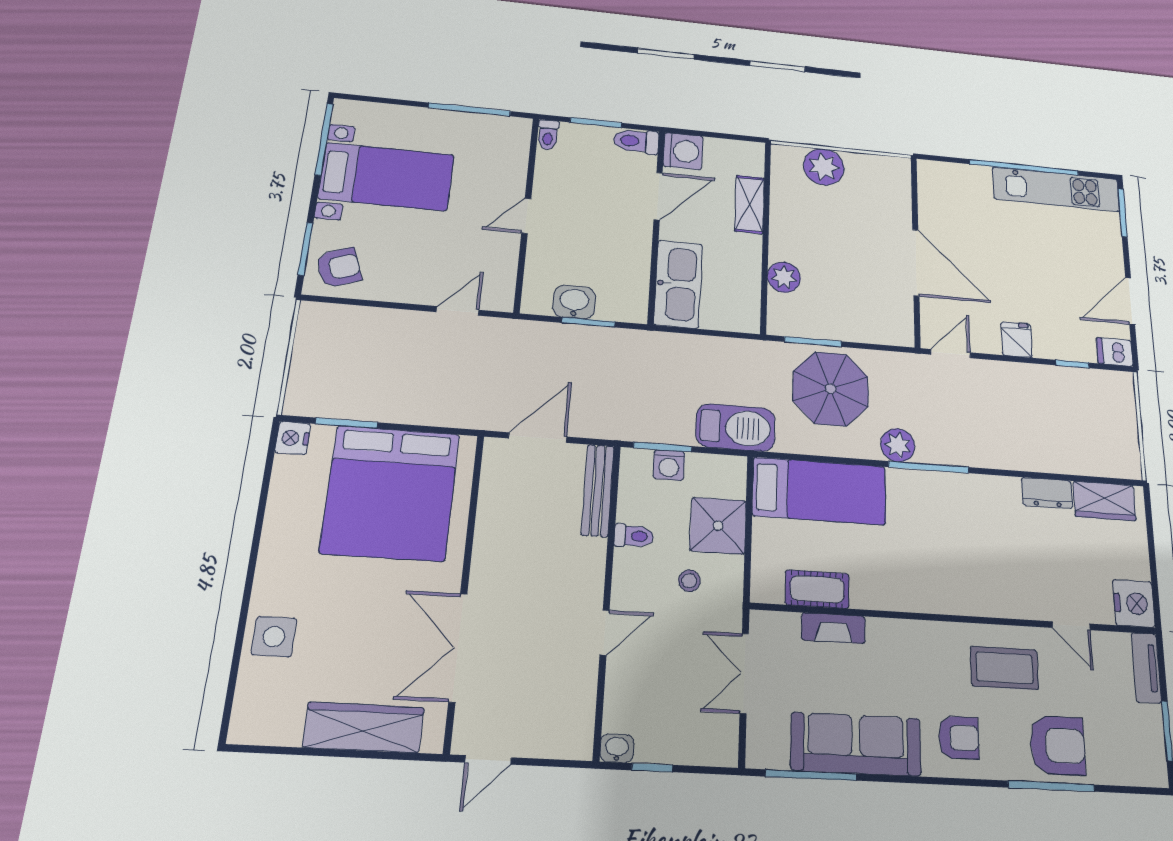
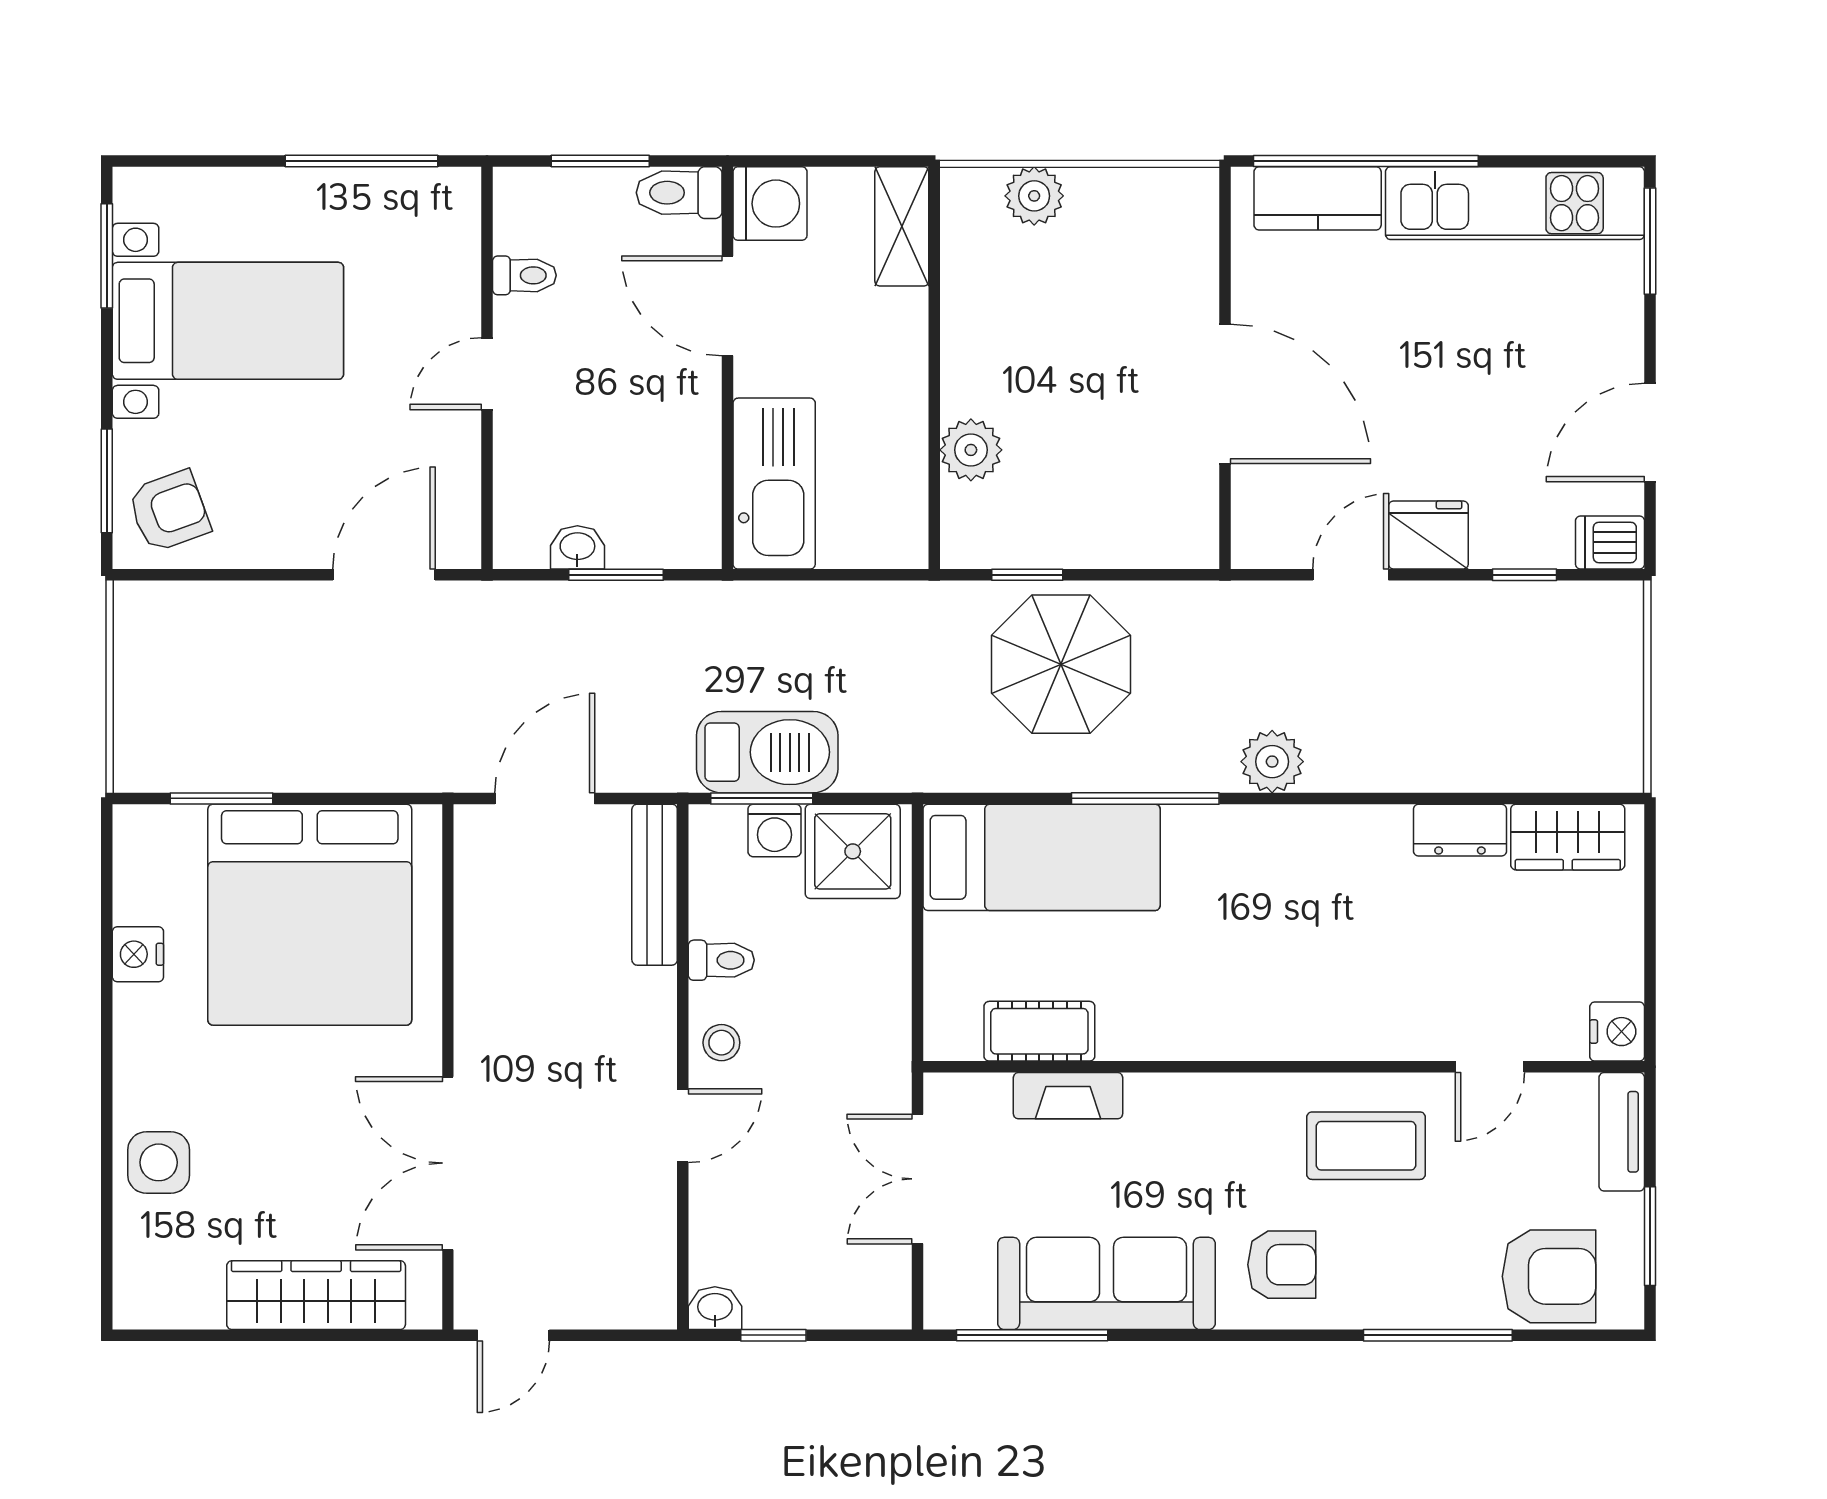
toilet: (548, 135) -> (524, 275), moved, turned -90
window: (324, 139) -> (107, 256), width x0.69
plant: (824, 167) -> (1034, 196), width x0.73, depth x0.73
window: (1024, 167) -> (1366, 161), moved
kitchen counter: (960, 177) -> (1318, 198), added
door: (658, 196) -> (727, 306), swing flipped
shelving: (750, 204) -> (902, 226), moved
washbasin: (574, 302) -> (577, 547), width x0.72, depth x0.69
door: (458, 311) -> (384, 575), width x1.38
fridge: (1017, 340) -> (1428, 535), width x1.38
window: (813, 342) -> (1027, 575), width x0.67
door: (951, 354) -> (1351, 575), moved
barbecue: (736, 427) -> (767, 752), moved
nightstand: (293, 438) -> (138, 954), moved
plant: (898, 445) -> (1272, 762), moved
window: (929, 467) -> (1145, 798), moved
shower: (718, 526) -> (853, 851), moved
stool: (689, 581) -> (721, 1043), moved
nightstand: (1134, 604) -> (1617, 1032), width x0.74, depth x0.75
door: (1071, 626) -> (1490, 1067), hinge flipped
armchair: (1058, 745) -> (1549, 1276), moved

